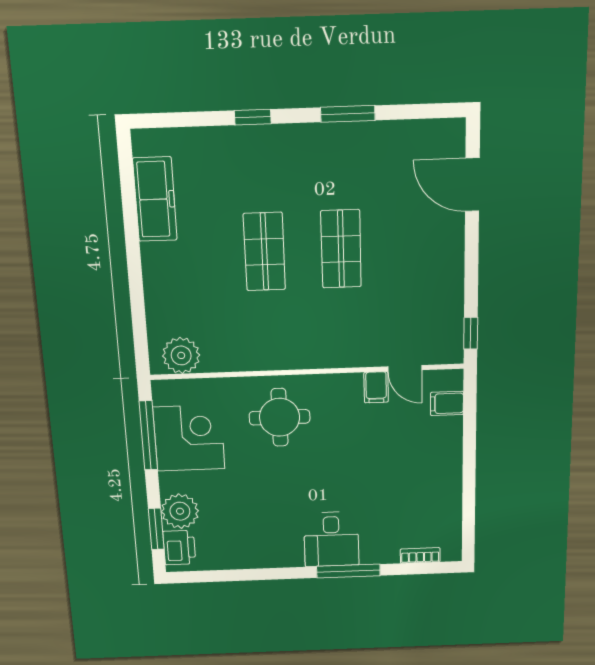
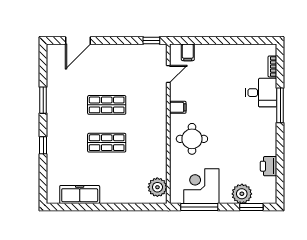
filing cabinet: (376, 387) -> (178, 107), moved
desk: (331, 539) -> (261, 93), moved
printer: (179, 548) -> (269, 166), moved, turned -90

